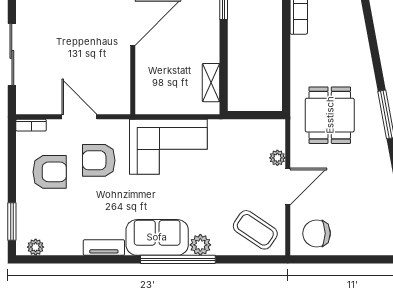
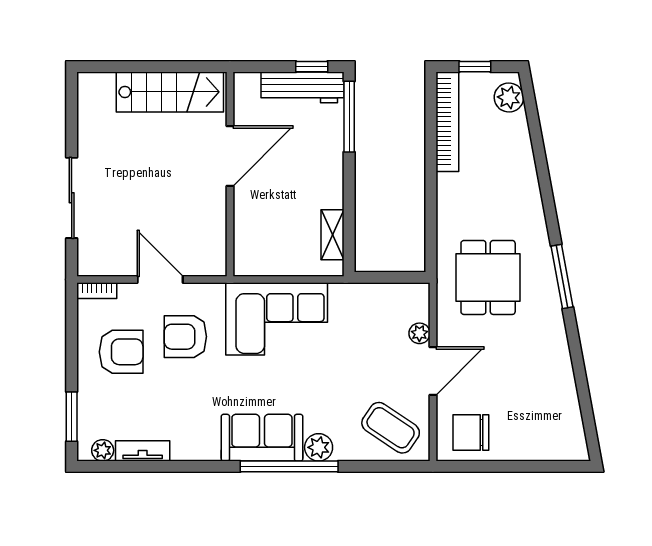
tv unit: (104, 248) -> (143, 451), moved

